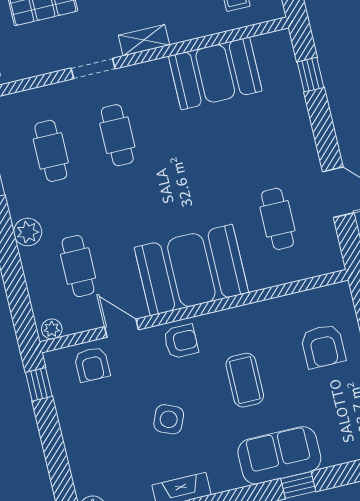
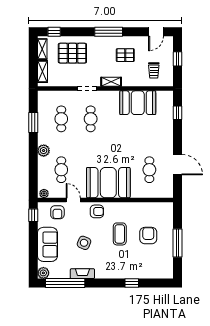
armchair: (323, 346) -> (148, 236), moved, turned 180
sofa: (279, 455) -> (47, 244), moved, turned 90

